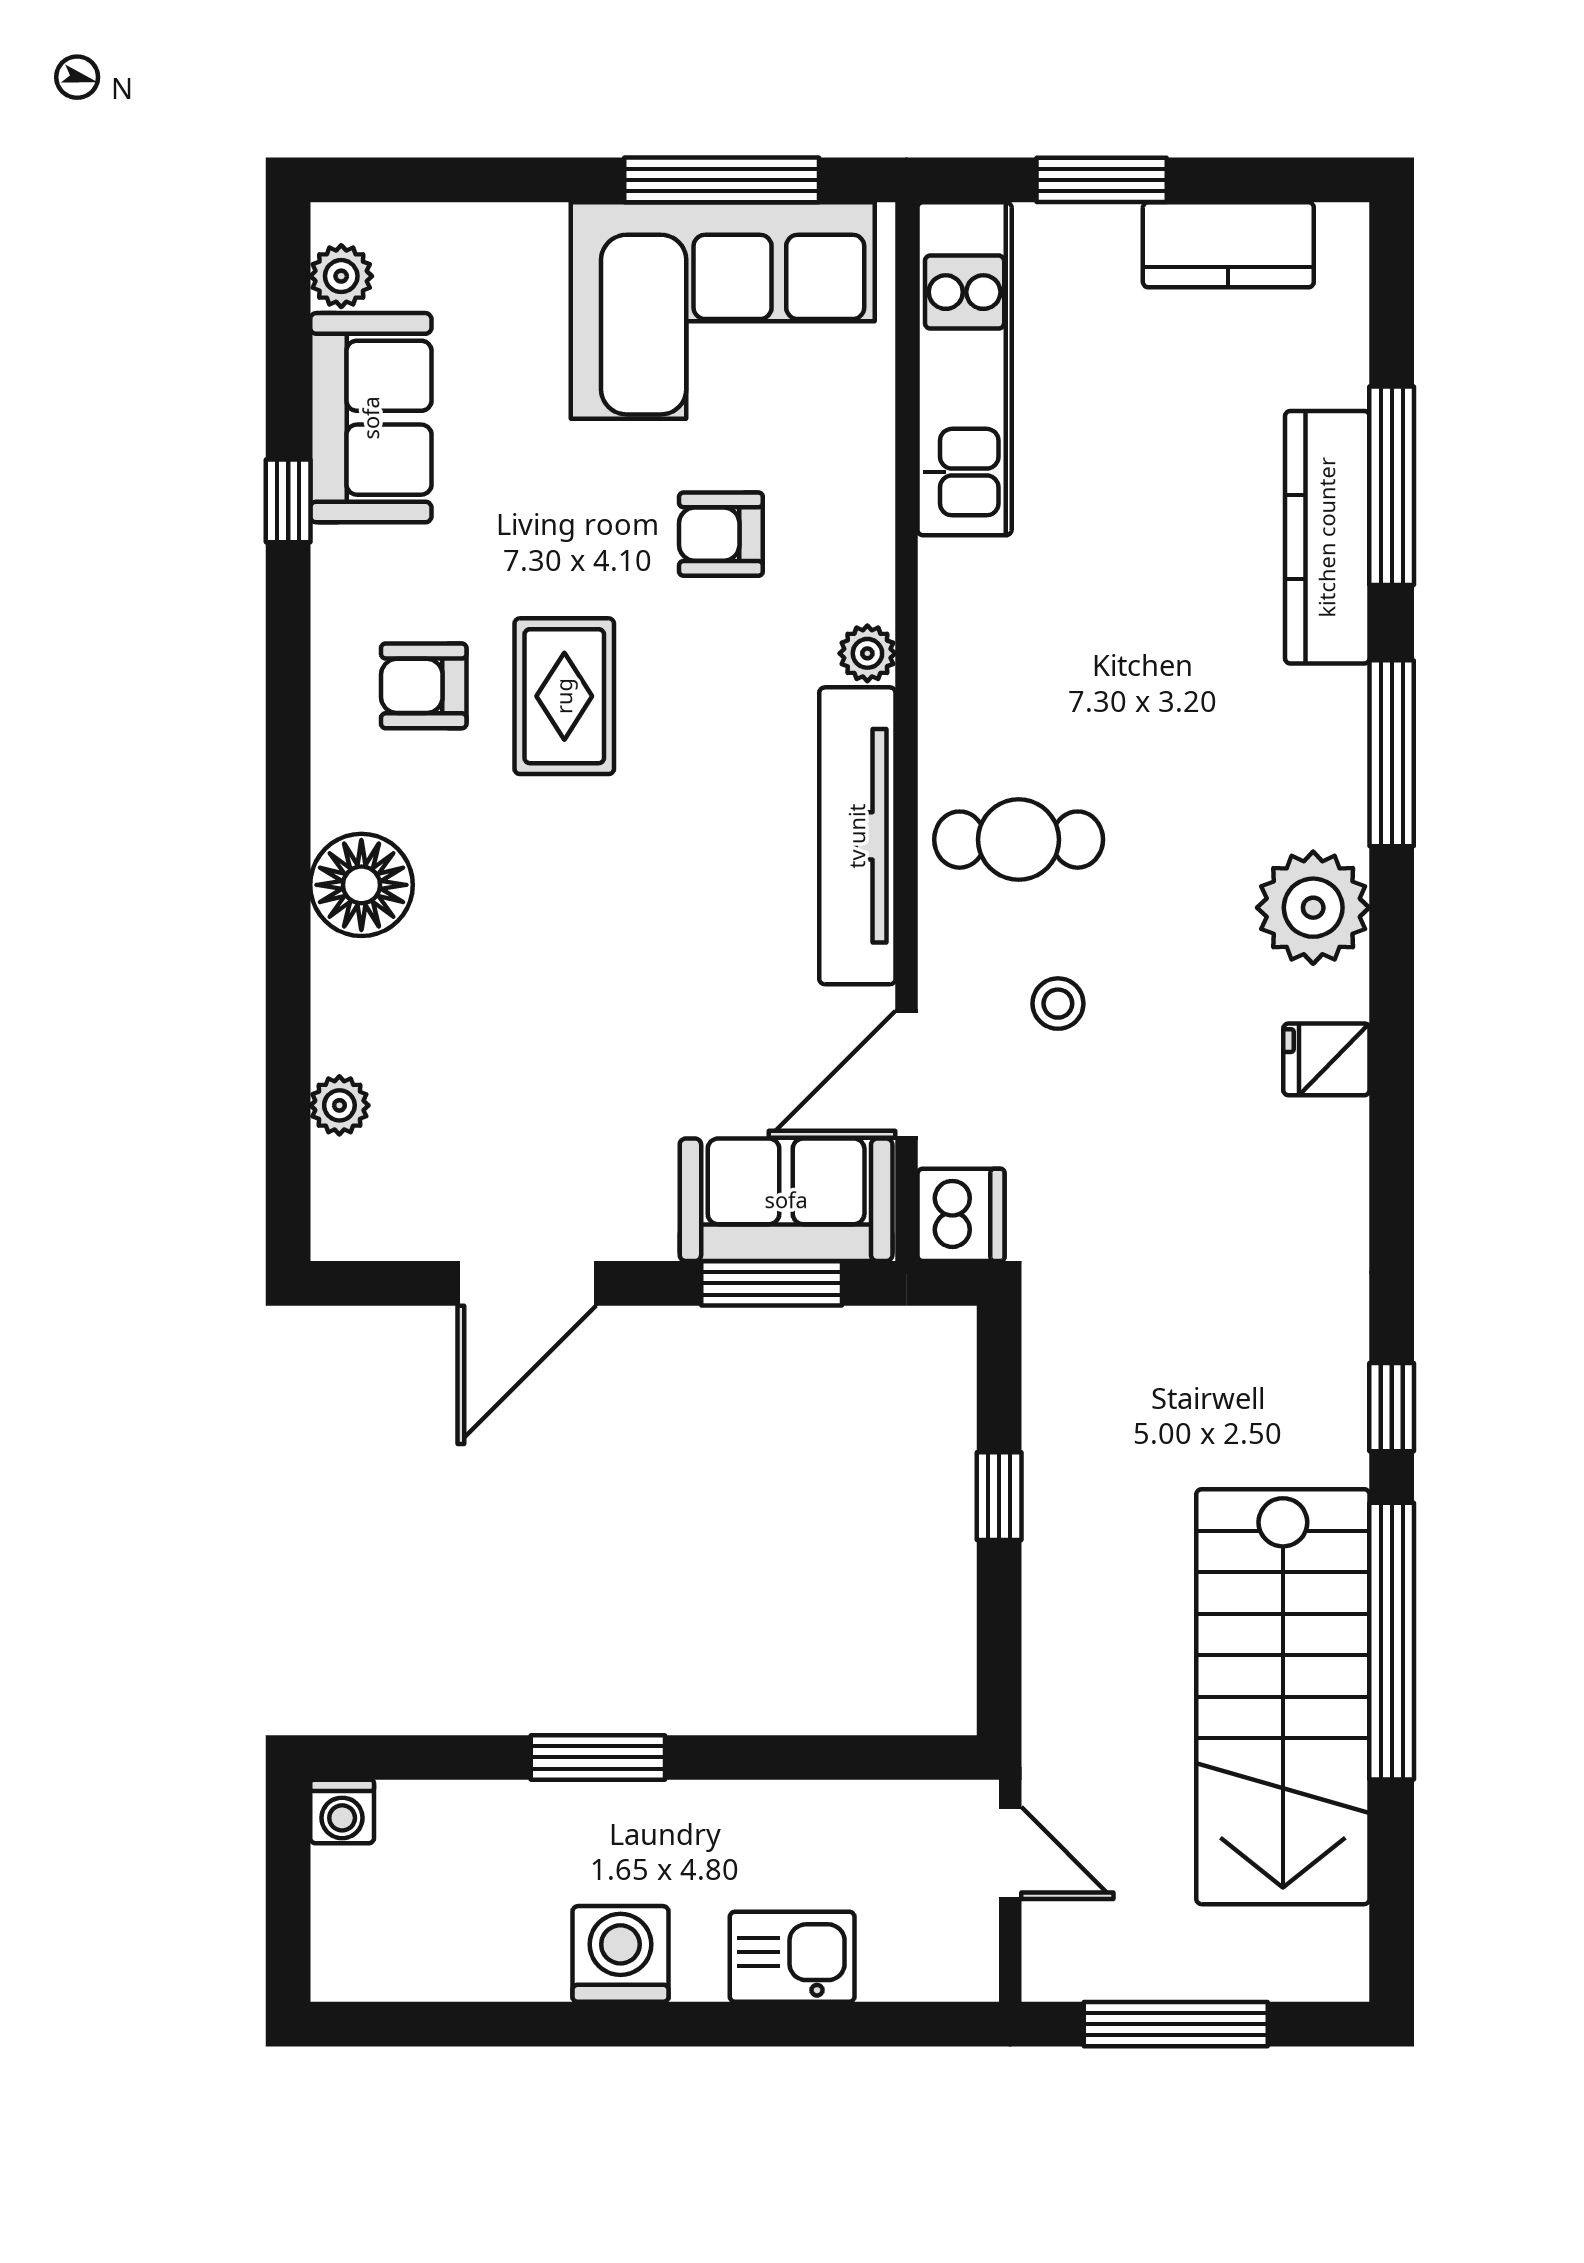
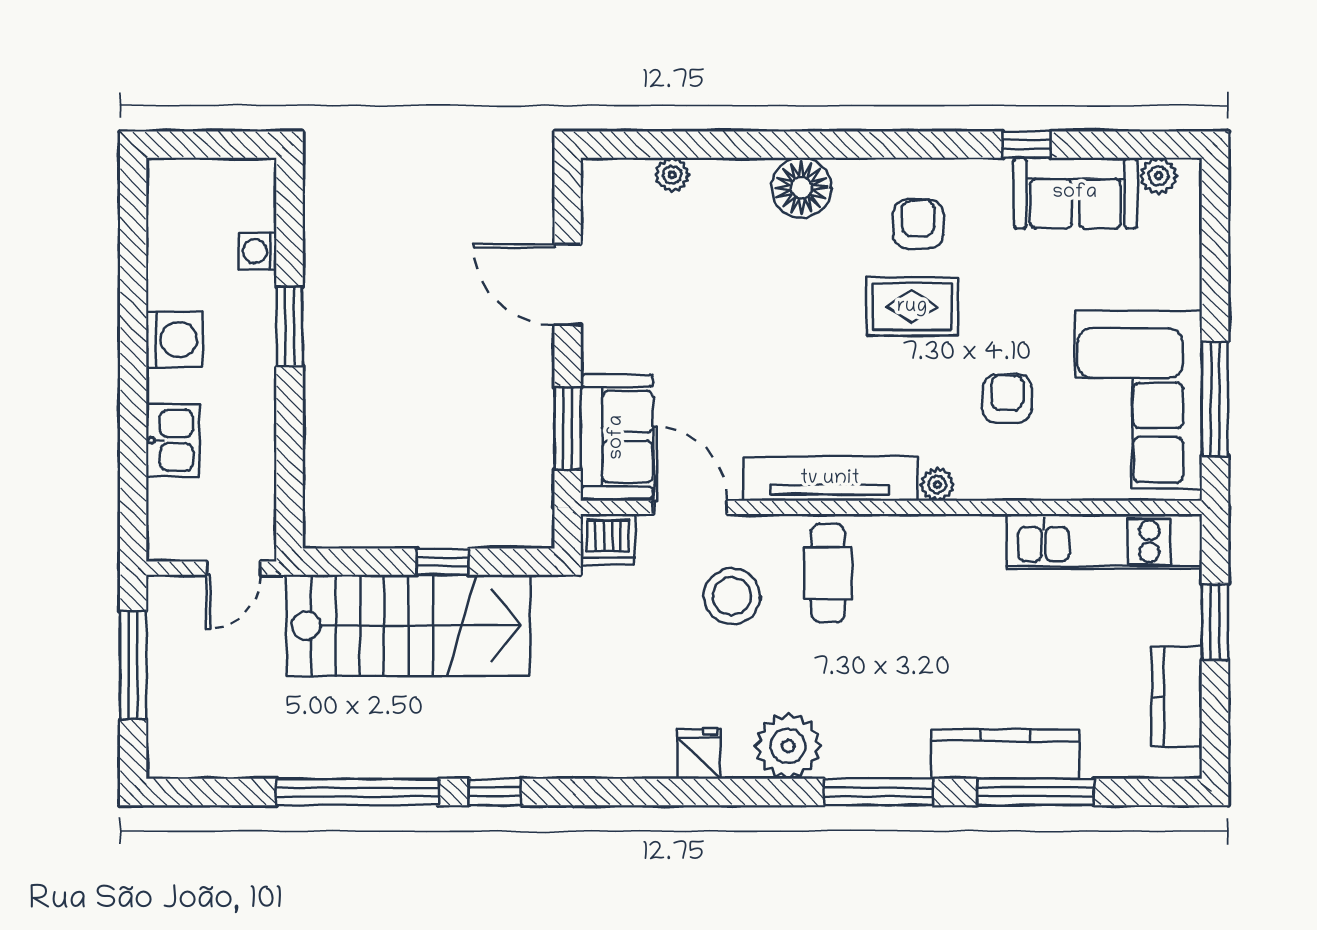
stool: (1058, 1004) -> (732, 596), width x1.89, depth x1.89
stairs: (1283, 1697) -> (408, 625), moved, turned 180
washing machine: (342, 1812) -> (258, 251), moved

